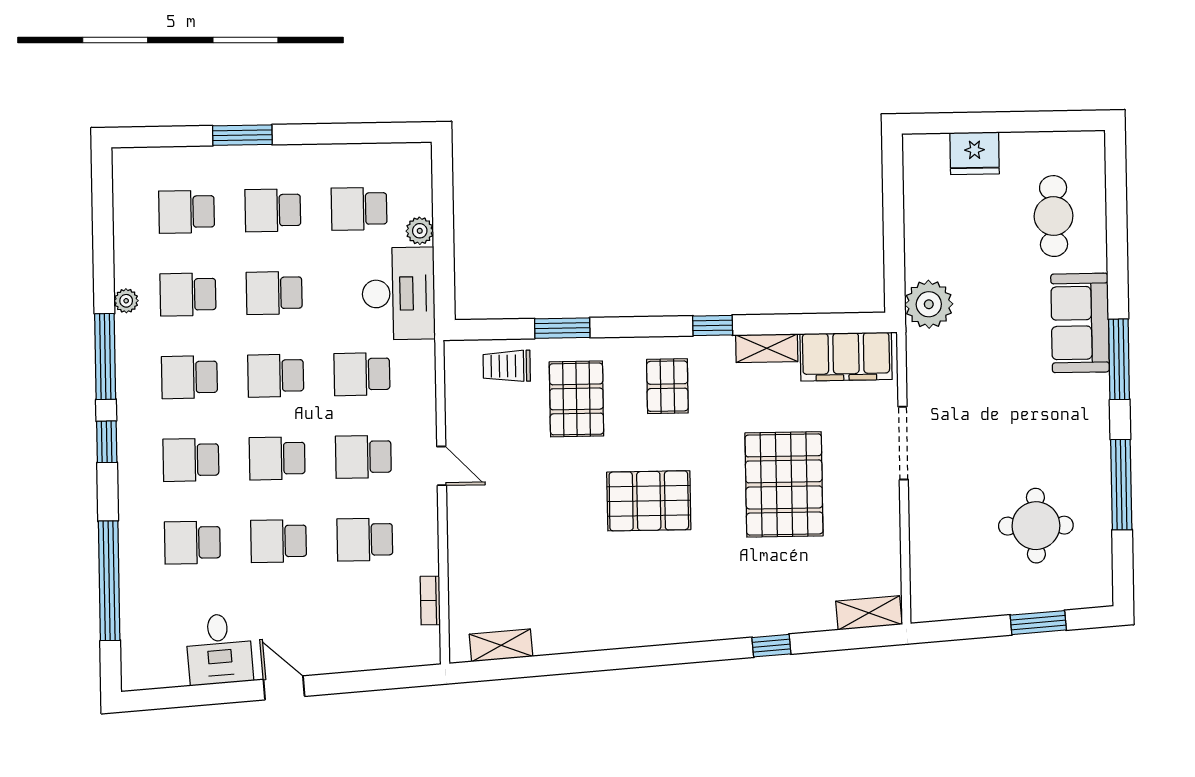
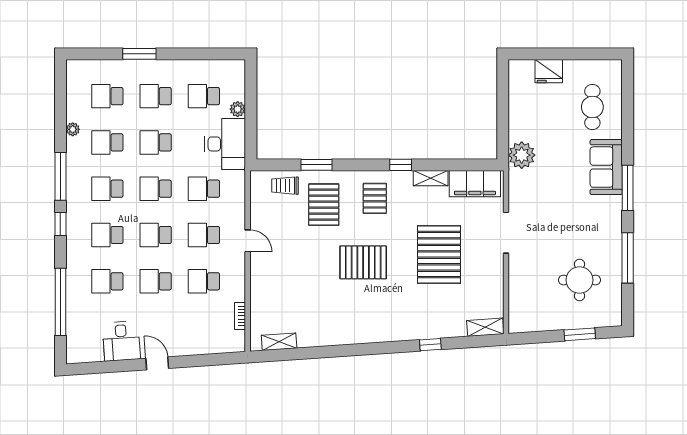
plant: (126, 301) -> (73, 129), moved

